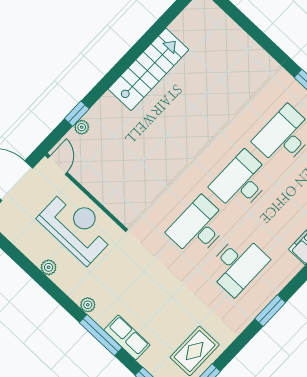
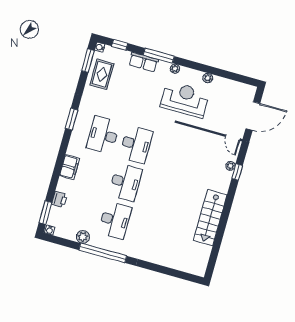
reception desk: (76, 227) -> (185, 99), moved, turned 180

